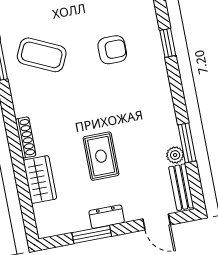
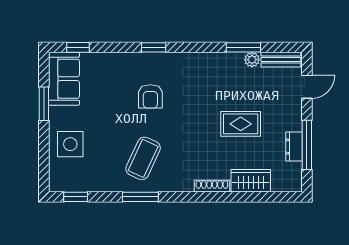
armchair: (112, 50) -> (150, 96), turned 180
dresser: (107, 217) -> (294, 147), moved
window: (92, 234) -> (307, 145), width x1.44

